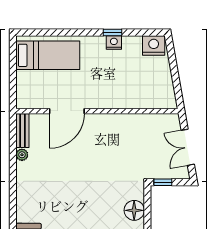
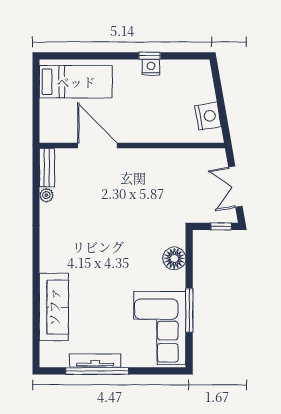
nightstand: (154, 45) -> (208, 116), moved, turned 80
door: (67, 111) -> (97, 145), swing flipped
window: (163, 182) -> (221, 226), moved

